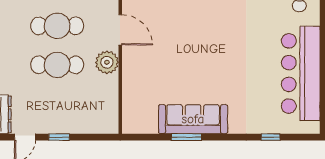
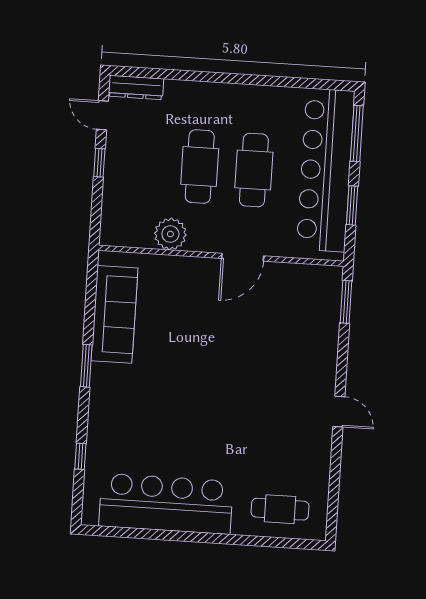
plant: (107, 62) -> (170, 234), moved
sofa: (193, 119) -> (114, 314), moved
window: (186, 137) -> (86, 366), moved

